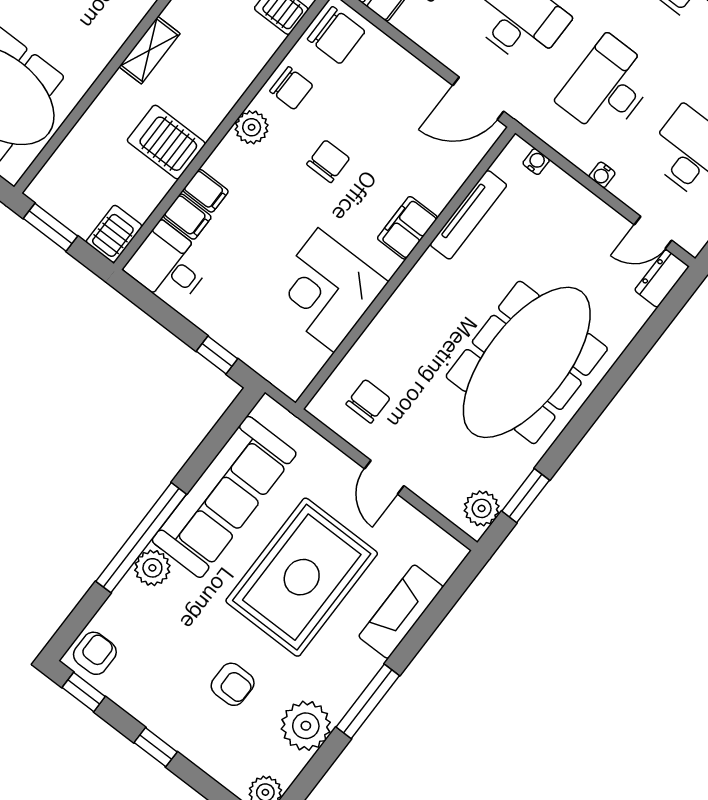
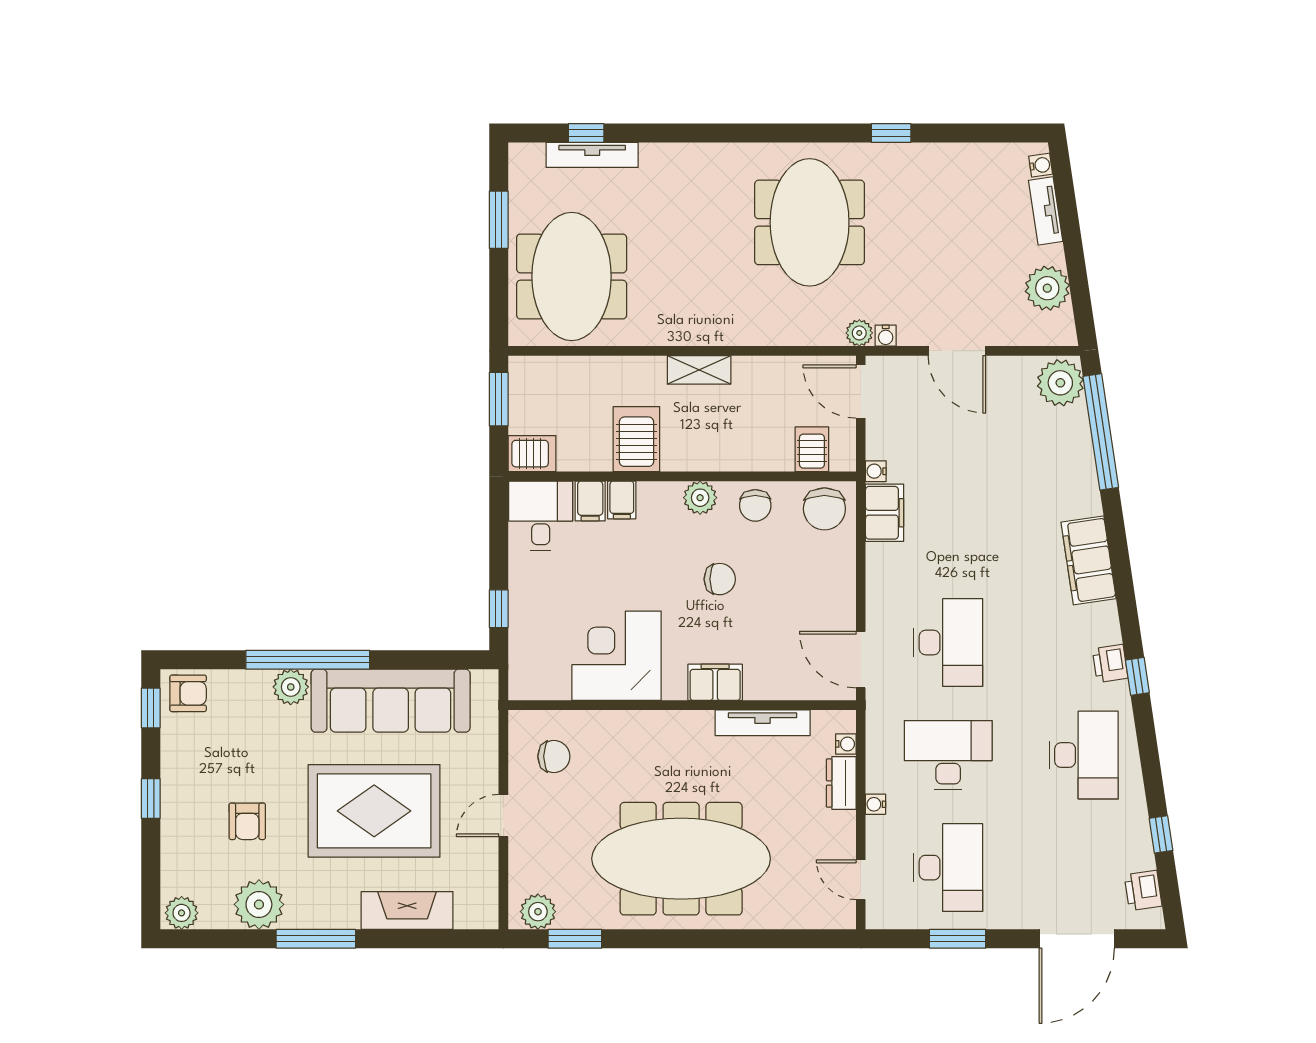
dresser: (662, 278) -> (841, 783), moved, turned -90

